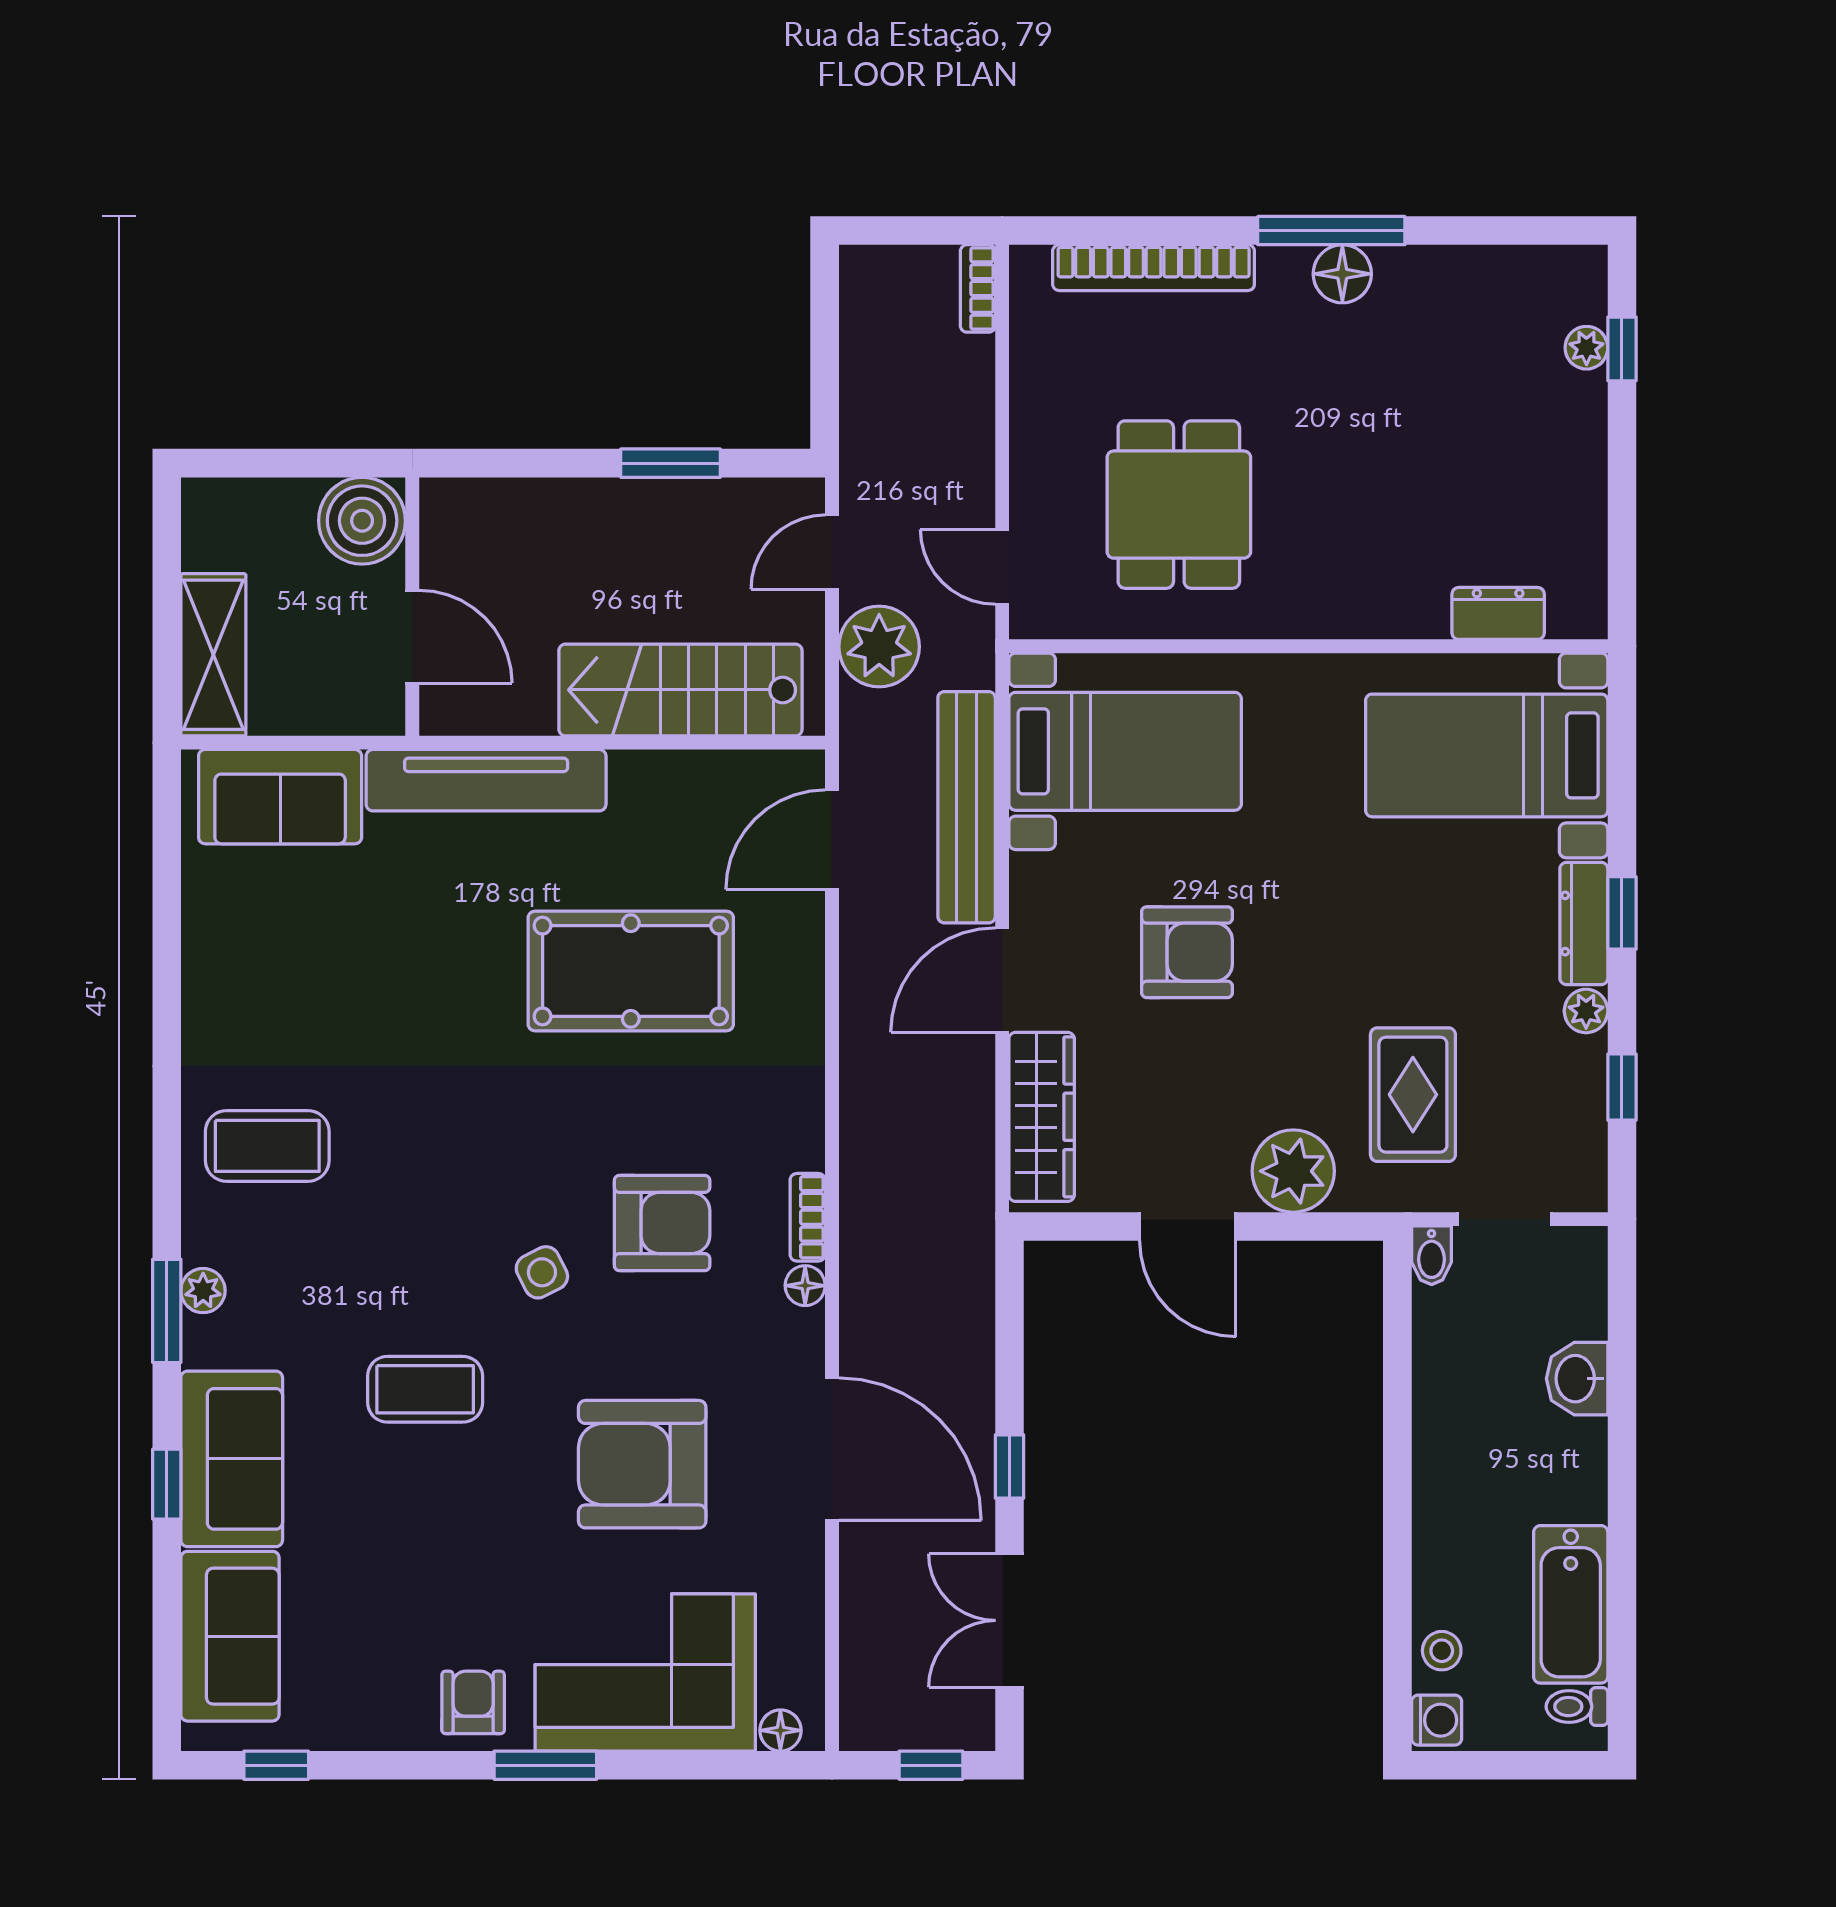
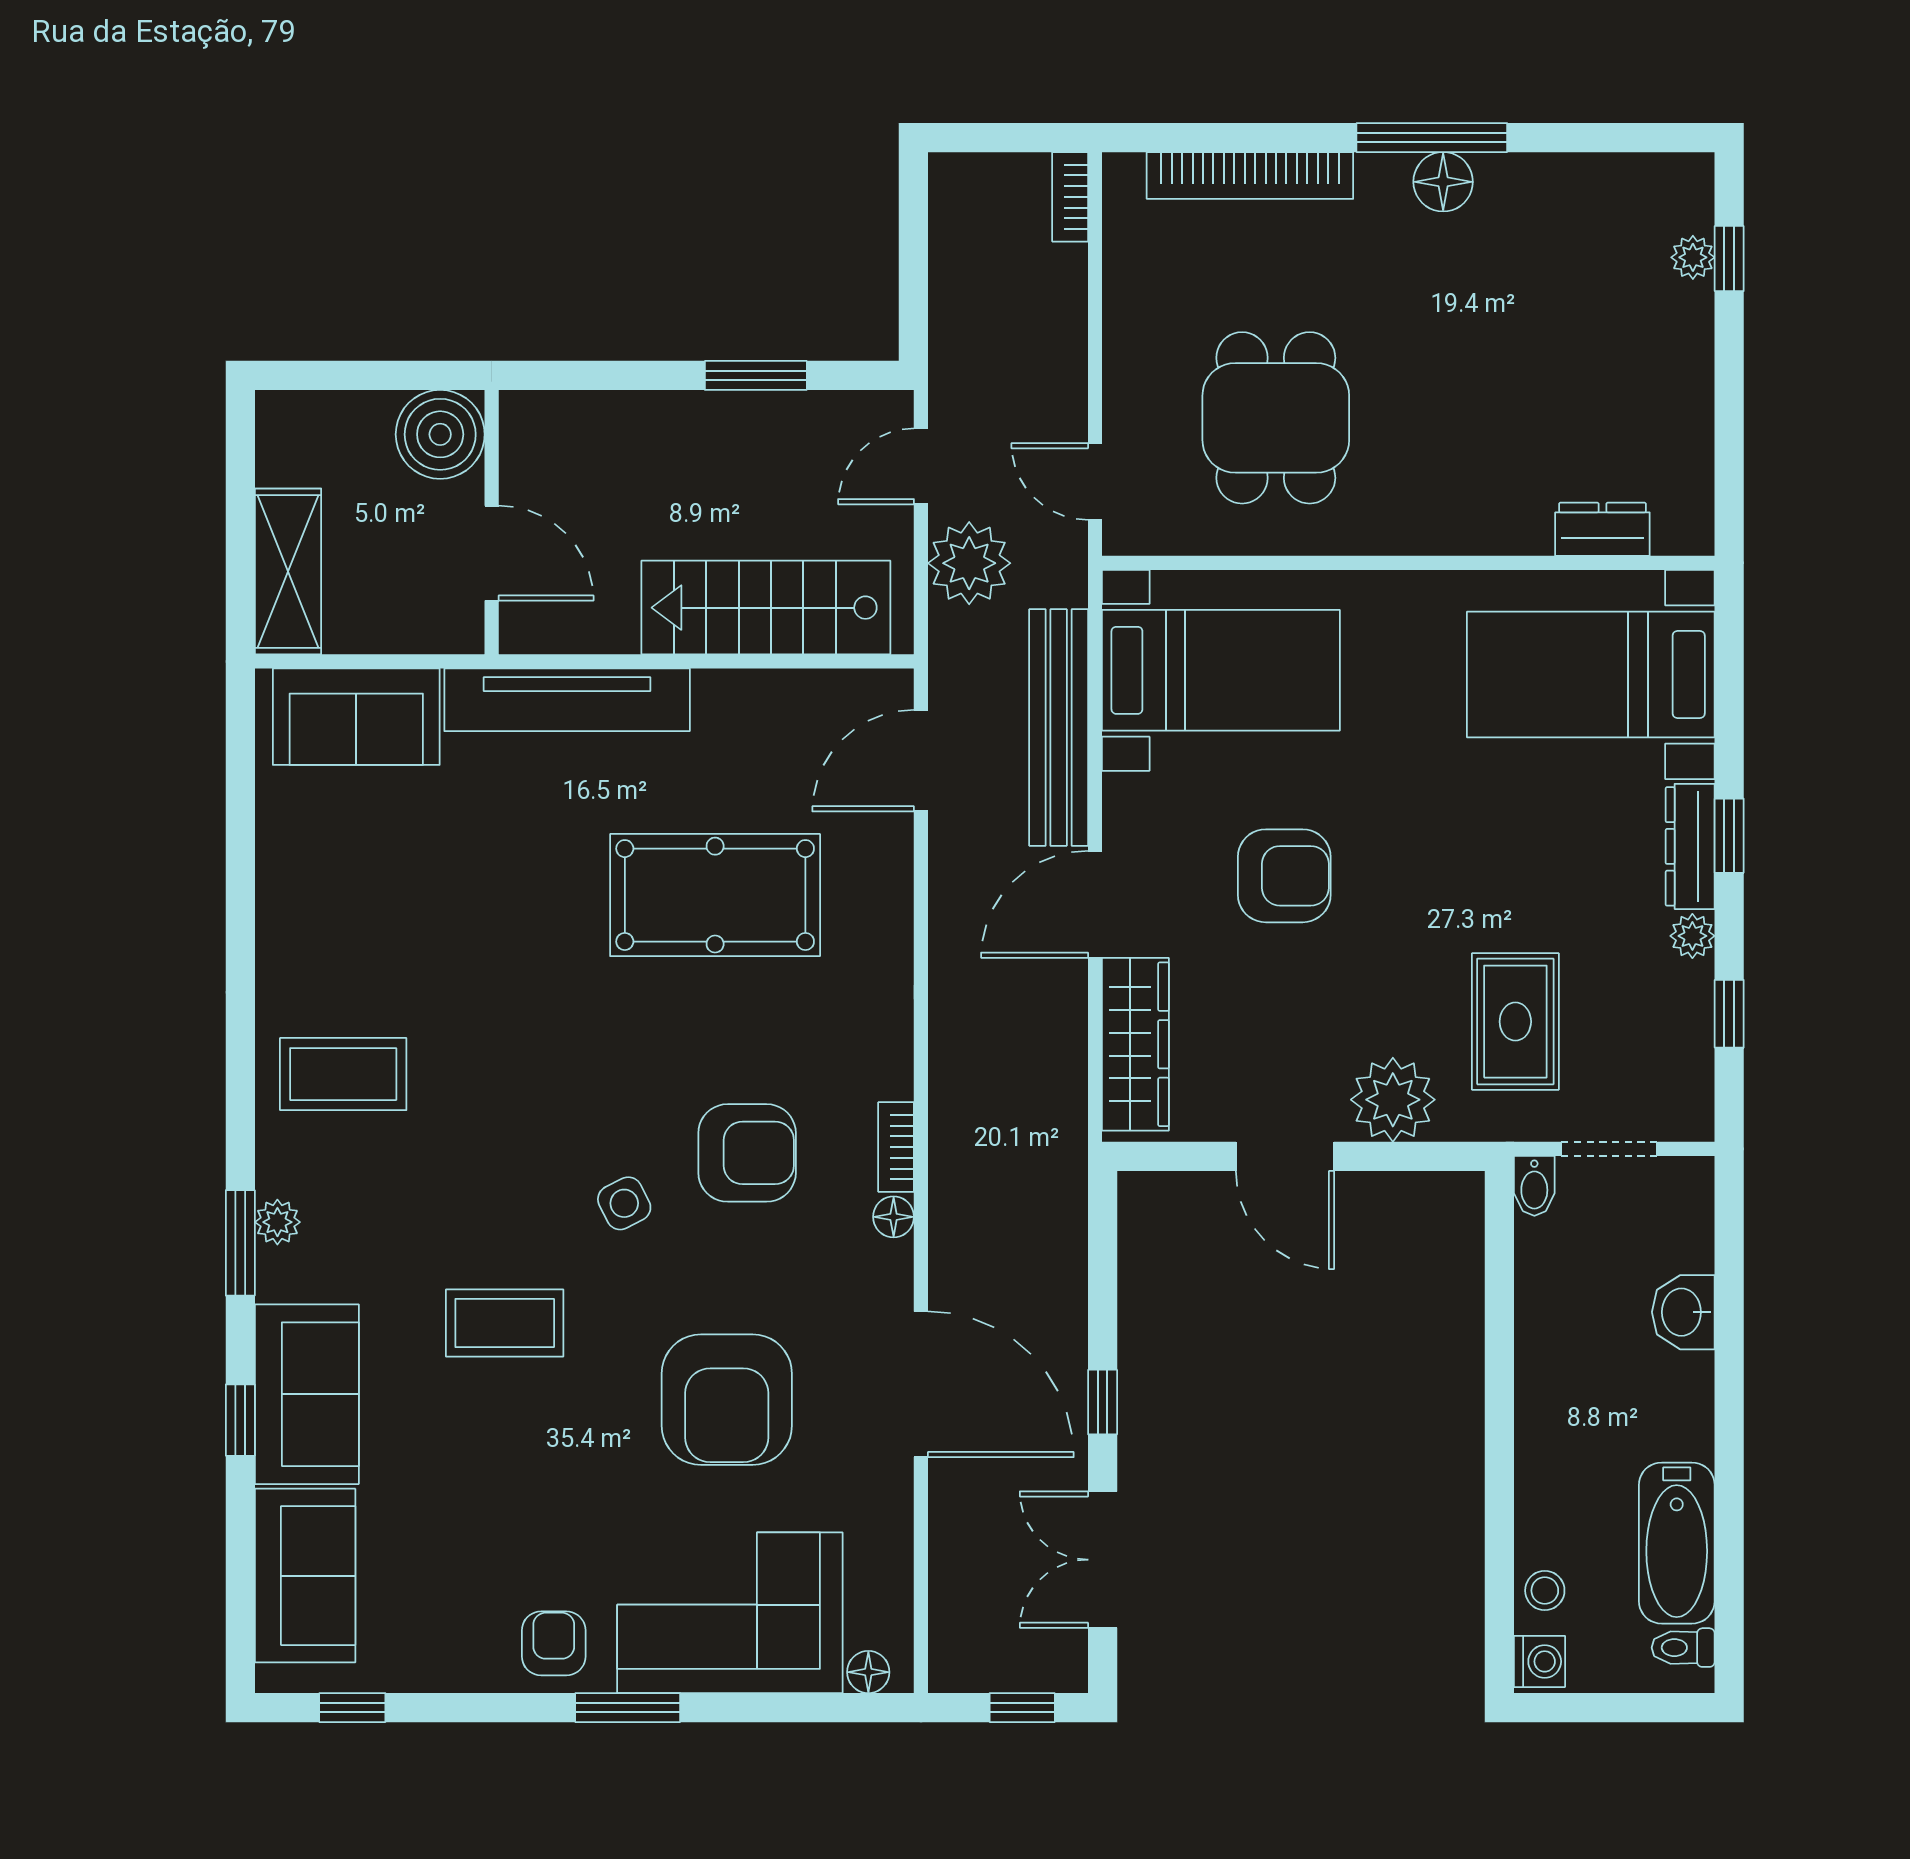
armchair: (642, 1464) -> (727, 1400), turned -90

